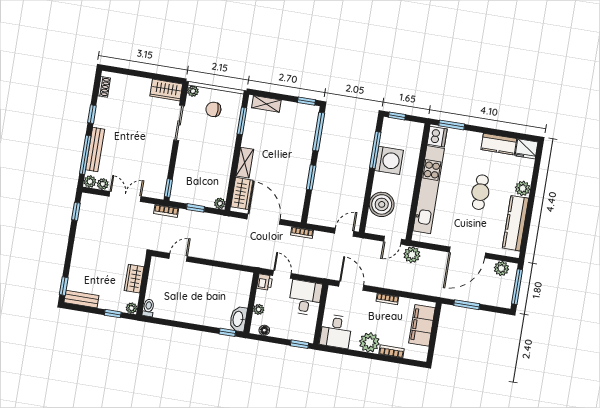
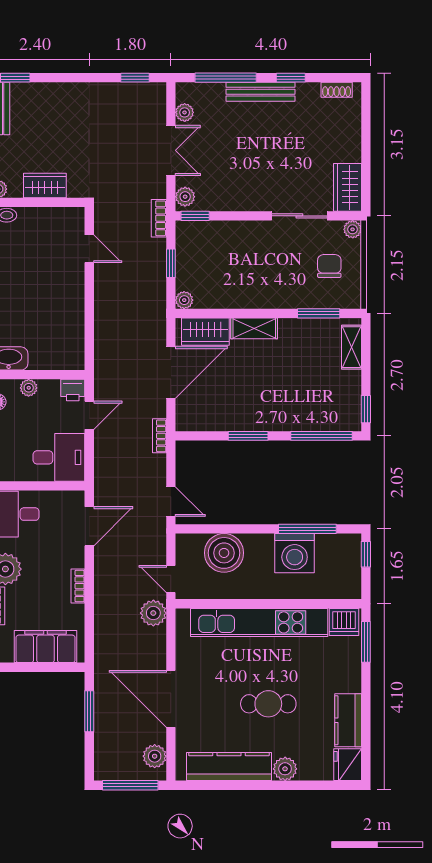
bench: (95, 149) -> (260, 92), moved
plant: (90, 182) -> (185, 197), moved

